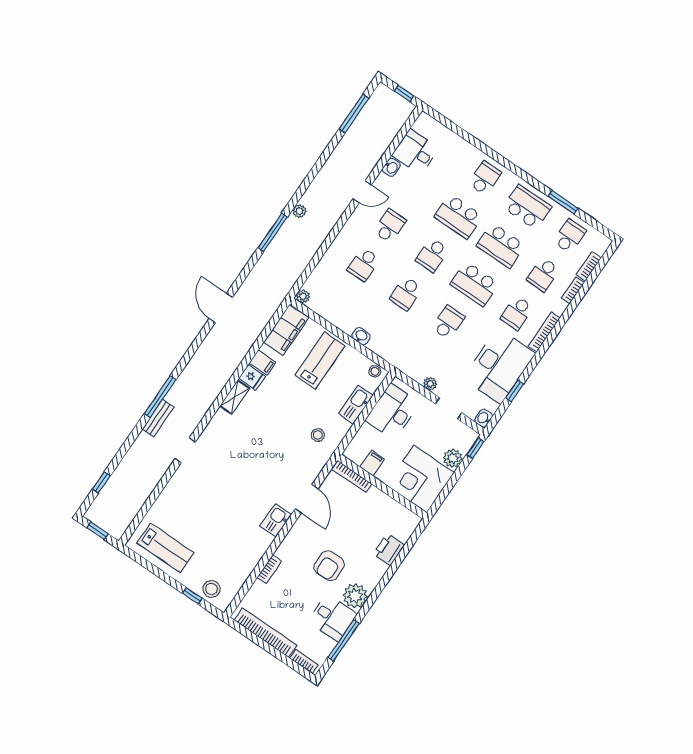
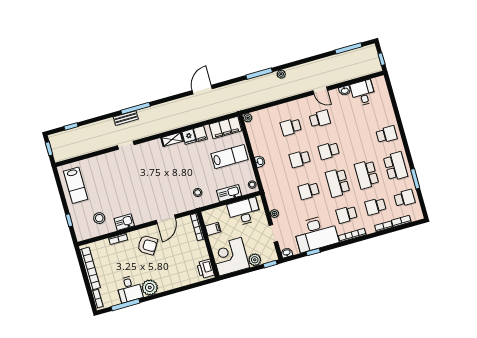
school desk: (458, 216) -> (358, 143), removed
school desk: (448, 322) -> (309, 191), turned 180
kitchen sink: (276, 520) -> (124, 222), moved
printer: (389, 549) -> (205, 269), moved, turned -90
armchair: (329, 566) -> (148, 245), moved, turned -148
stool: (212, 589) -> (99, 218), moved

